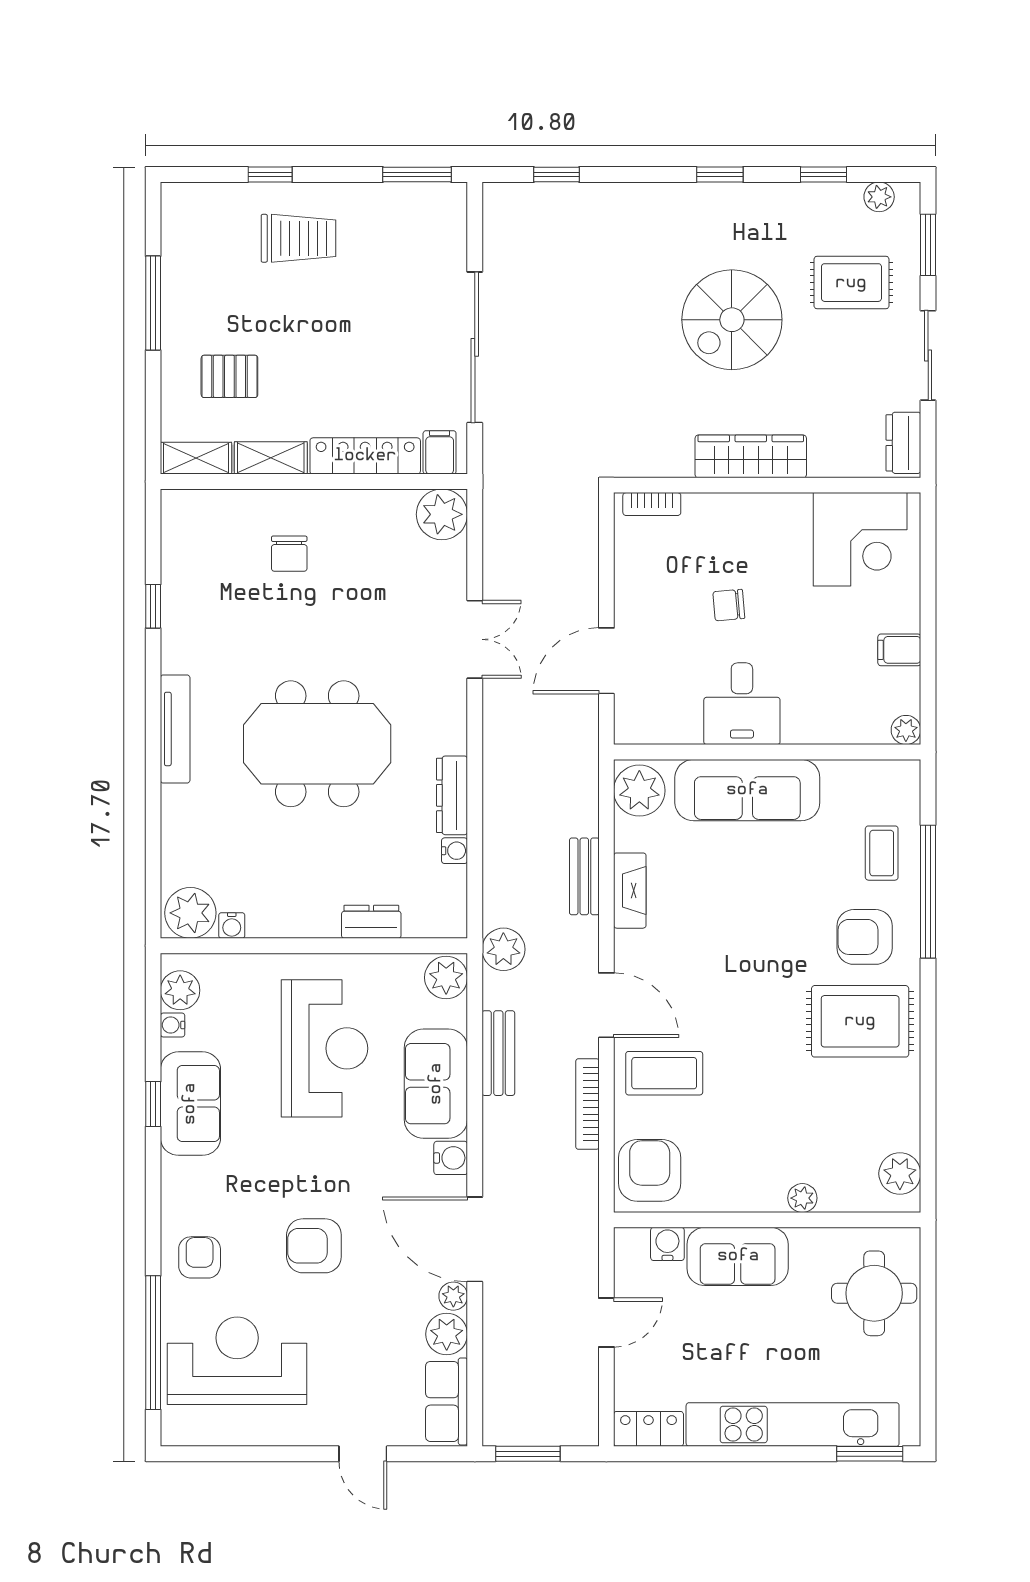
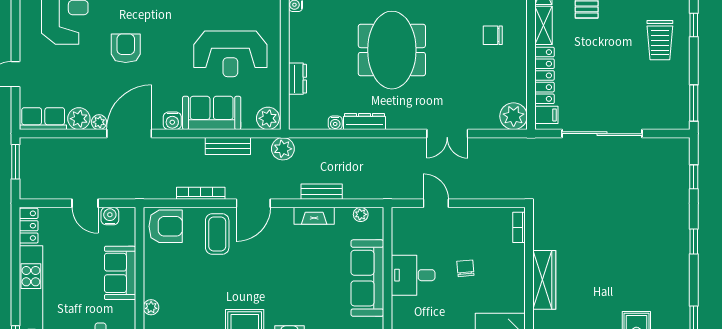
window: (720, 175) -> (694, 242), moved
spiral stairs: (732, 320) -> (617, 270), removed
door: (606, 661) -> (436, 203), width x0.73
plant: (639, 791) -> (361, 214), width x0.53, depth x0.53
water cooler: (667, 1244) -> (110, 216), moved, turned -90

